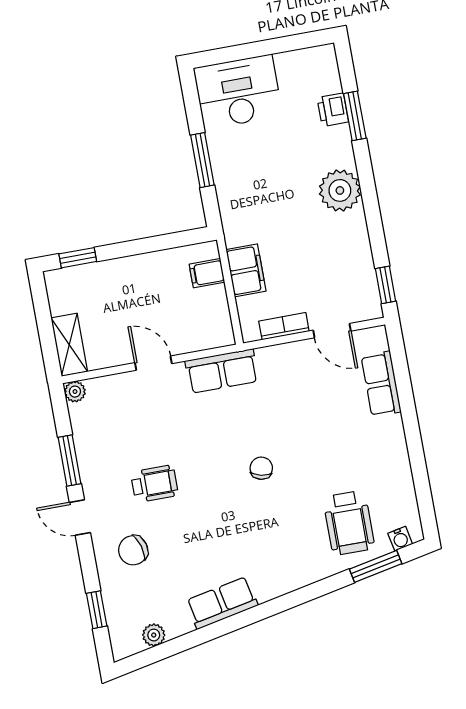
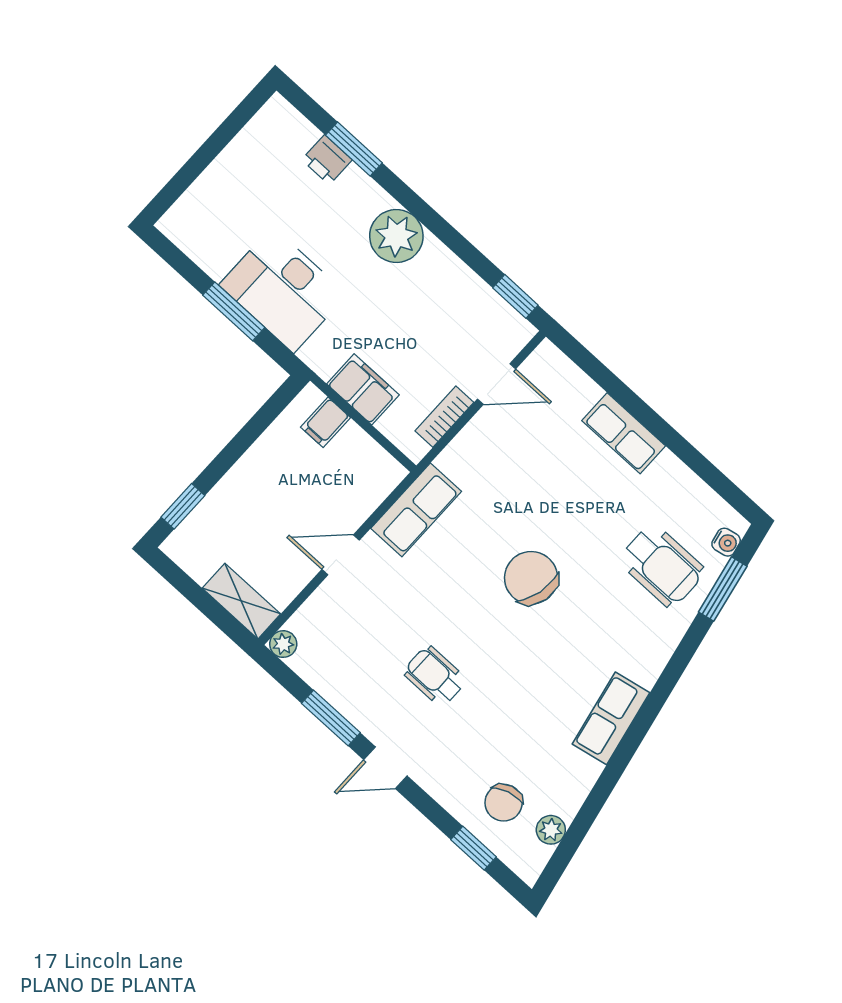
desk: (238, 92) -> (283, 290), moved, turned -90
row of seats: (381, 384) -> (624, 433), moved
chair: (261, 468) -> (531, 578), width x1.87, depth x1.87
wheelchair: (154, 484) -> (435, 676), turned -90
chair: (133, 550) -> (504, 803), moved
row of seats: (222, 603) -> (611, 718), moved

